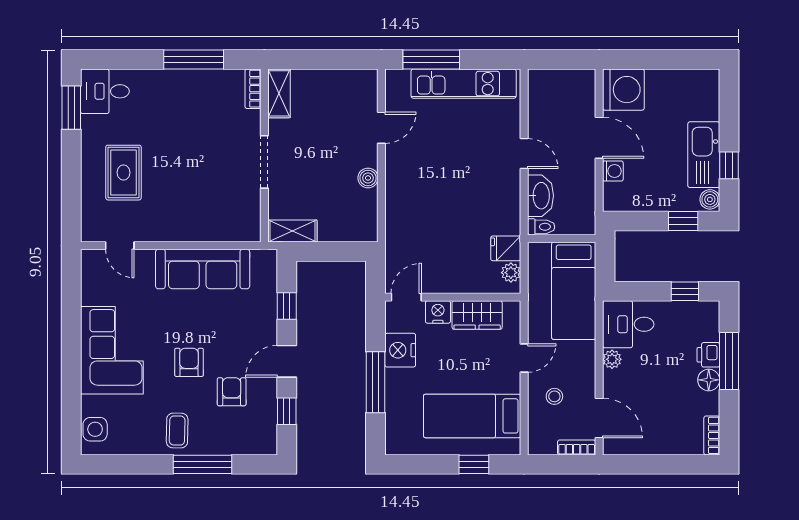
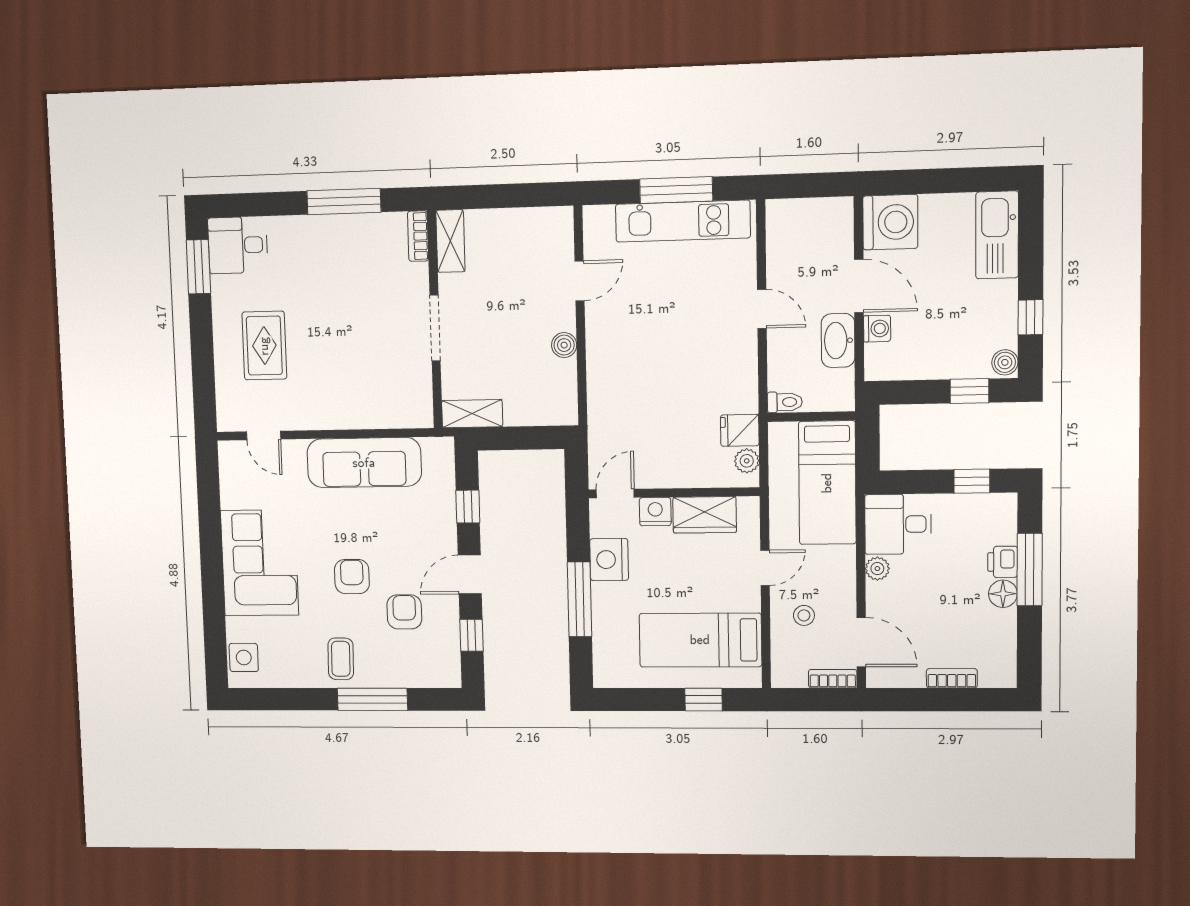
window: (431, 59) -> (676, 190), moved
kitchen sink: (704, 155) -> (997, 235), moved
washbasin: (541, 196) -> (838, 340), moved, turned 180
bookcase: (712, 435) -> (952, 678), moved, turned 90

